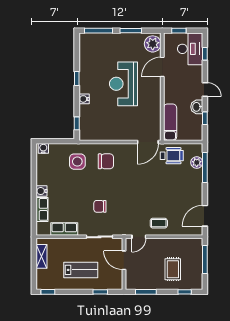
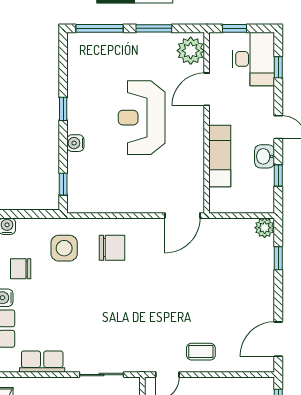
exam couch: (170, 122) -> (220, 156), moved
wheelchair: (172, 156) -> (223, 238), removed
plant: (197, 163) -> (265, 228), moved
window: (205, 168) -> (278, 258), width x0.46
chair: (100, 206) -> (21, 269), moved

